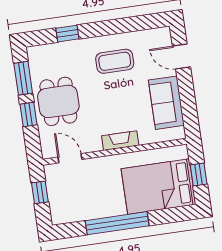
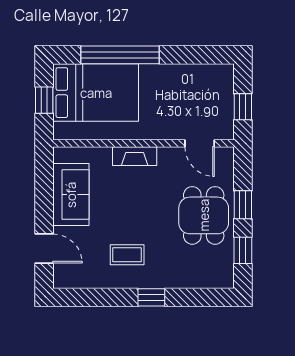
window: (67, 34) -> (151, 297), moved
coffee table: (115, 61) -> (127, 255), width x0.73, depth x0.77
window: (23, 78) -> (243, 250), width x0.67
window: (117, 223) -> (120, 55), moved

